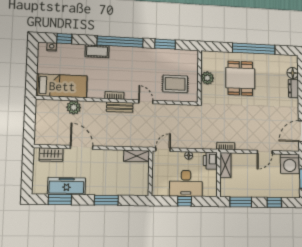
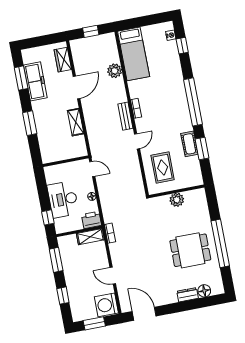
cot: (97, 51) -> (189, 144), moved
dining table: (240, 78) -> (190, 250), moved
window: (30, 121) -> (91, 31), added
shelving: (137, 156) -> (76, 122), moved
window: (185, 201) -> (48, 217), moved

